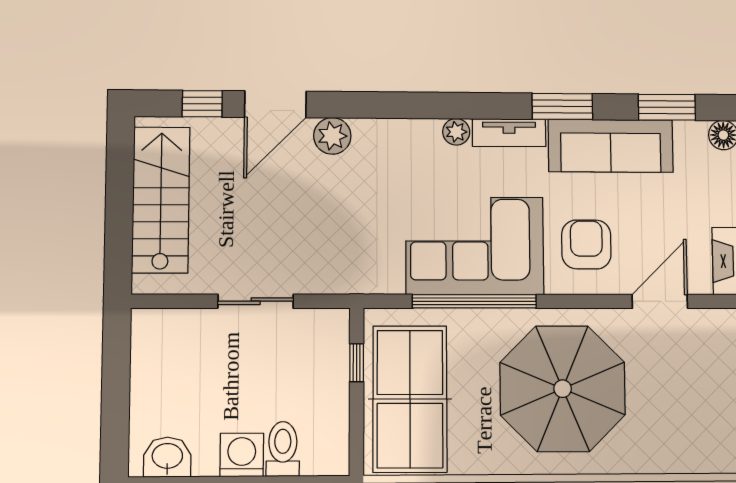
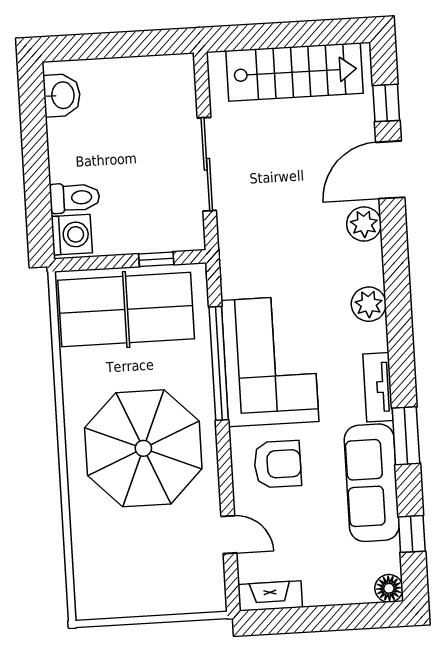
door: (275, 104) -> (390, 170), hinge flipped
window: (667, 107) -> (412, 534), width x0.67
plant: (456, 132) -> (369, 304), moved, width x1.38, depth x1.38
sliding door: (256, 301) -> (207, 164), width x1.37
door: (660, 301) -> (229, 535), width x0.73
washing machine: (242, 455) -> (72, 235), moved

